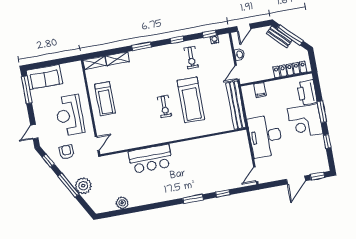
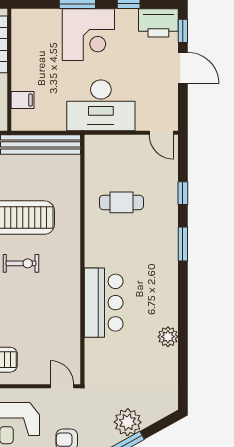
printer: (307, 92) -> (158, 23), moved
cafe table: (211, 159) -> (121, 202), added
plant: (122, 203) -> (168, 337), moved

